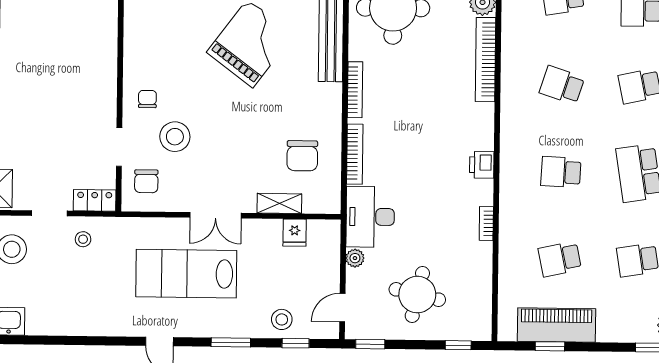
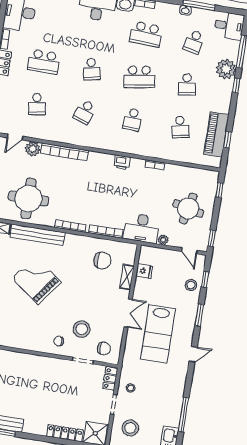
window: (49, 340) -> (183, 415), added

